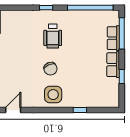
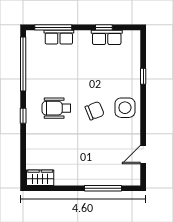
wheelchair: (53, 36) -> (56, 108), turned 180
row of seats: (113, 65) -> (107, 37), moved
door: (13, 110) -> (143, 154), hinge flipped

